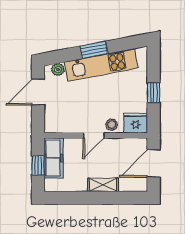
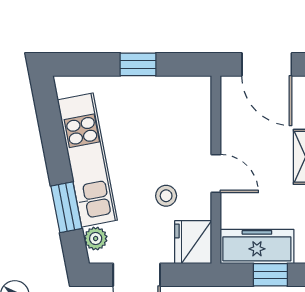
window: (94, 50) -> (66, 207), moved
fridge: (136, 123) -> (193, 242), moved
stool: (112, 125) -> (166, 196), moved

